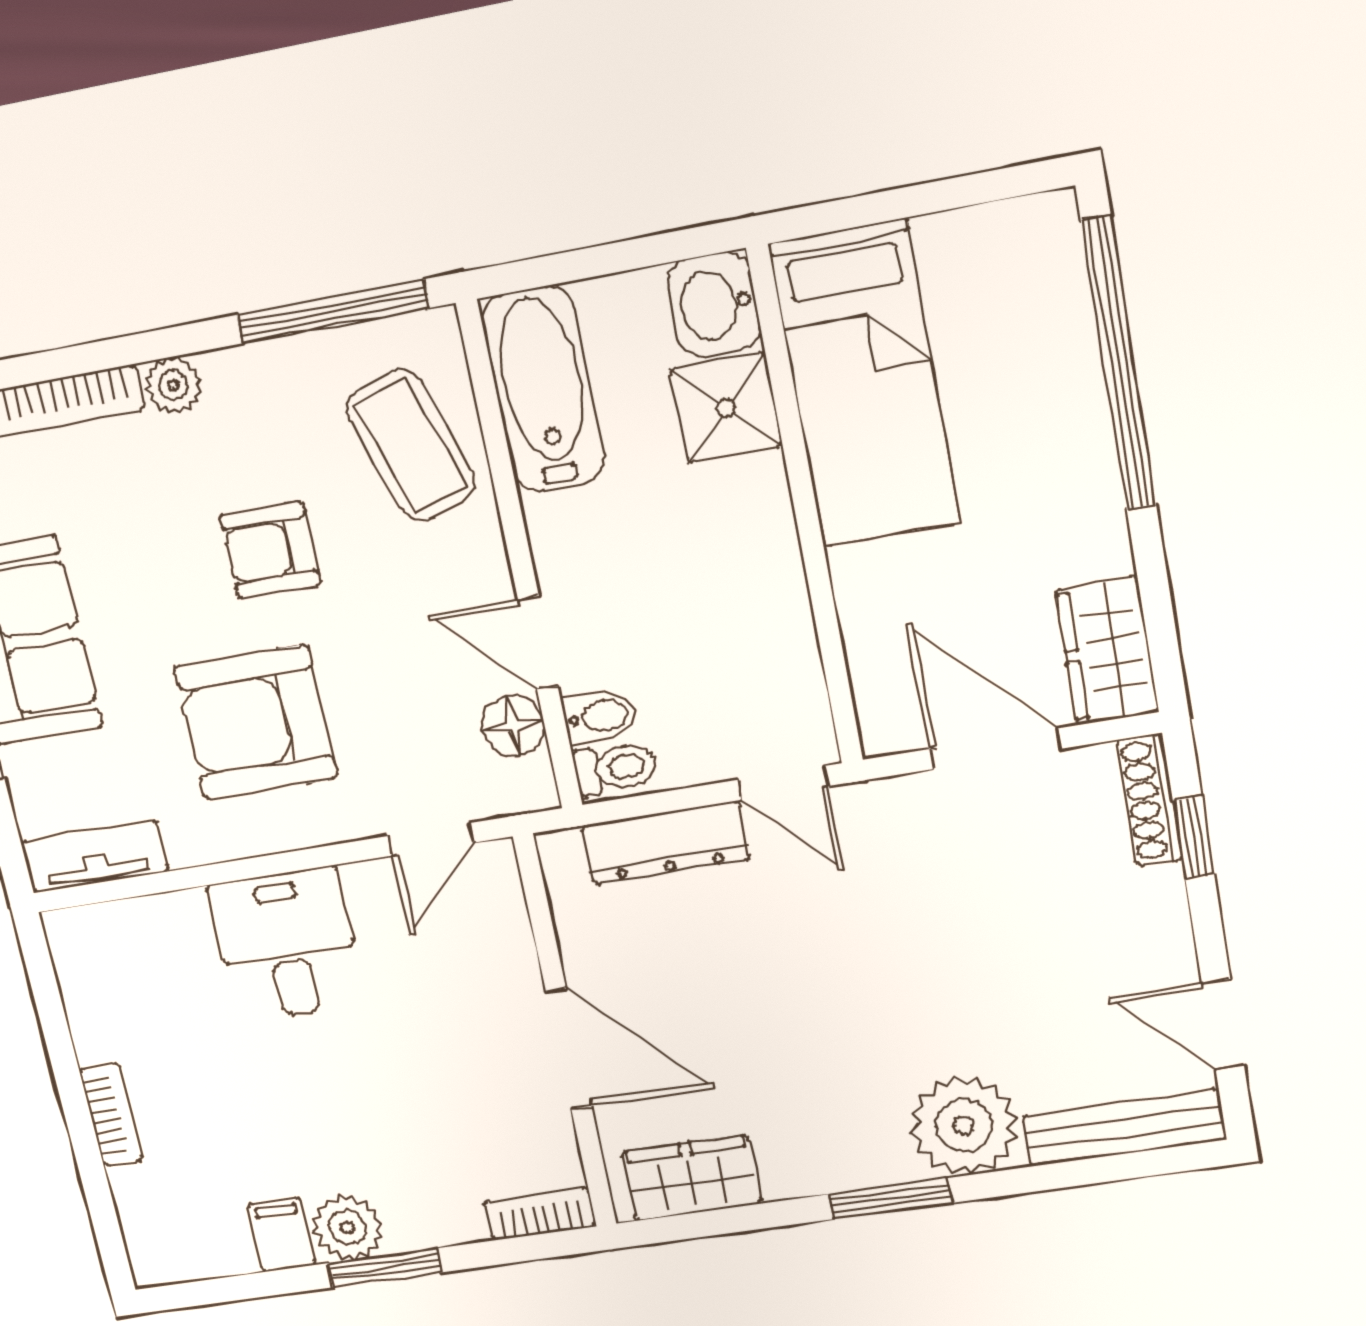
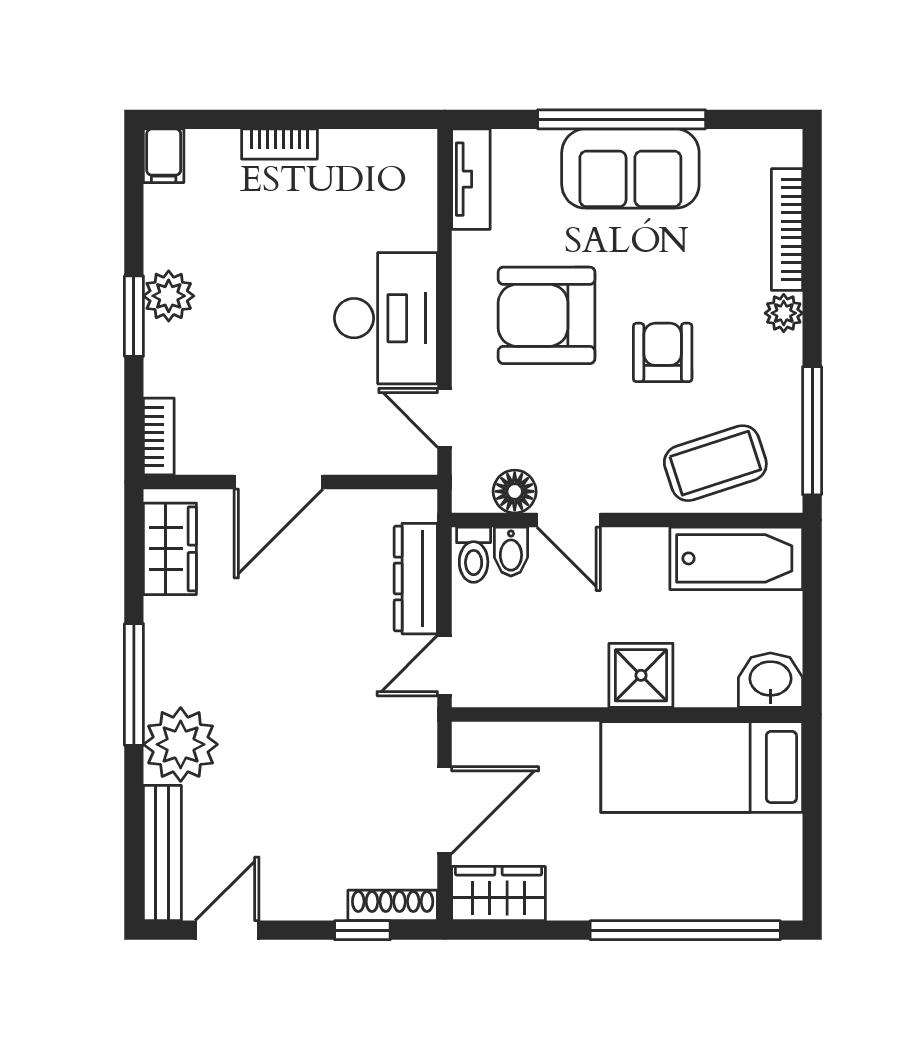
shower: (726, 408) -> (641, 675), moved
door: (538, 643) -> (569, 520), swing flipped
armchair: (256, 723) -> (547, 315), turned -90
desk: (287, 944) -> (386, 318), width x1.37
window: (890, 1199) -> (134, 684), width x1.44
filing cabinet: (282, 1235) -> (164, 156), moved, turned 90

